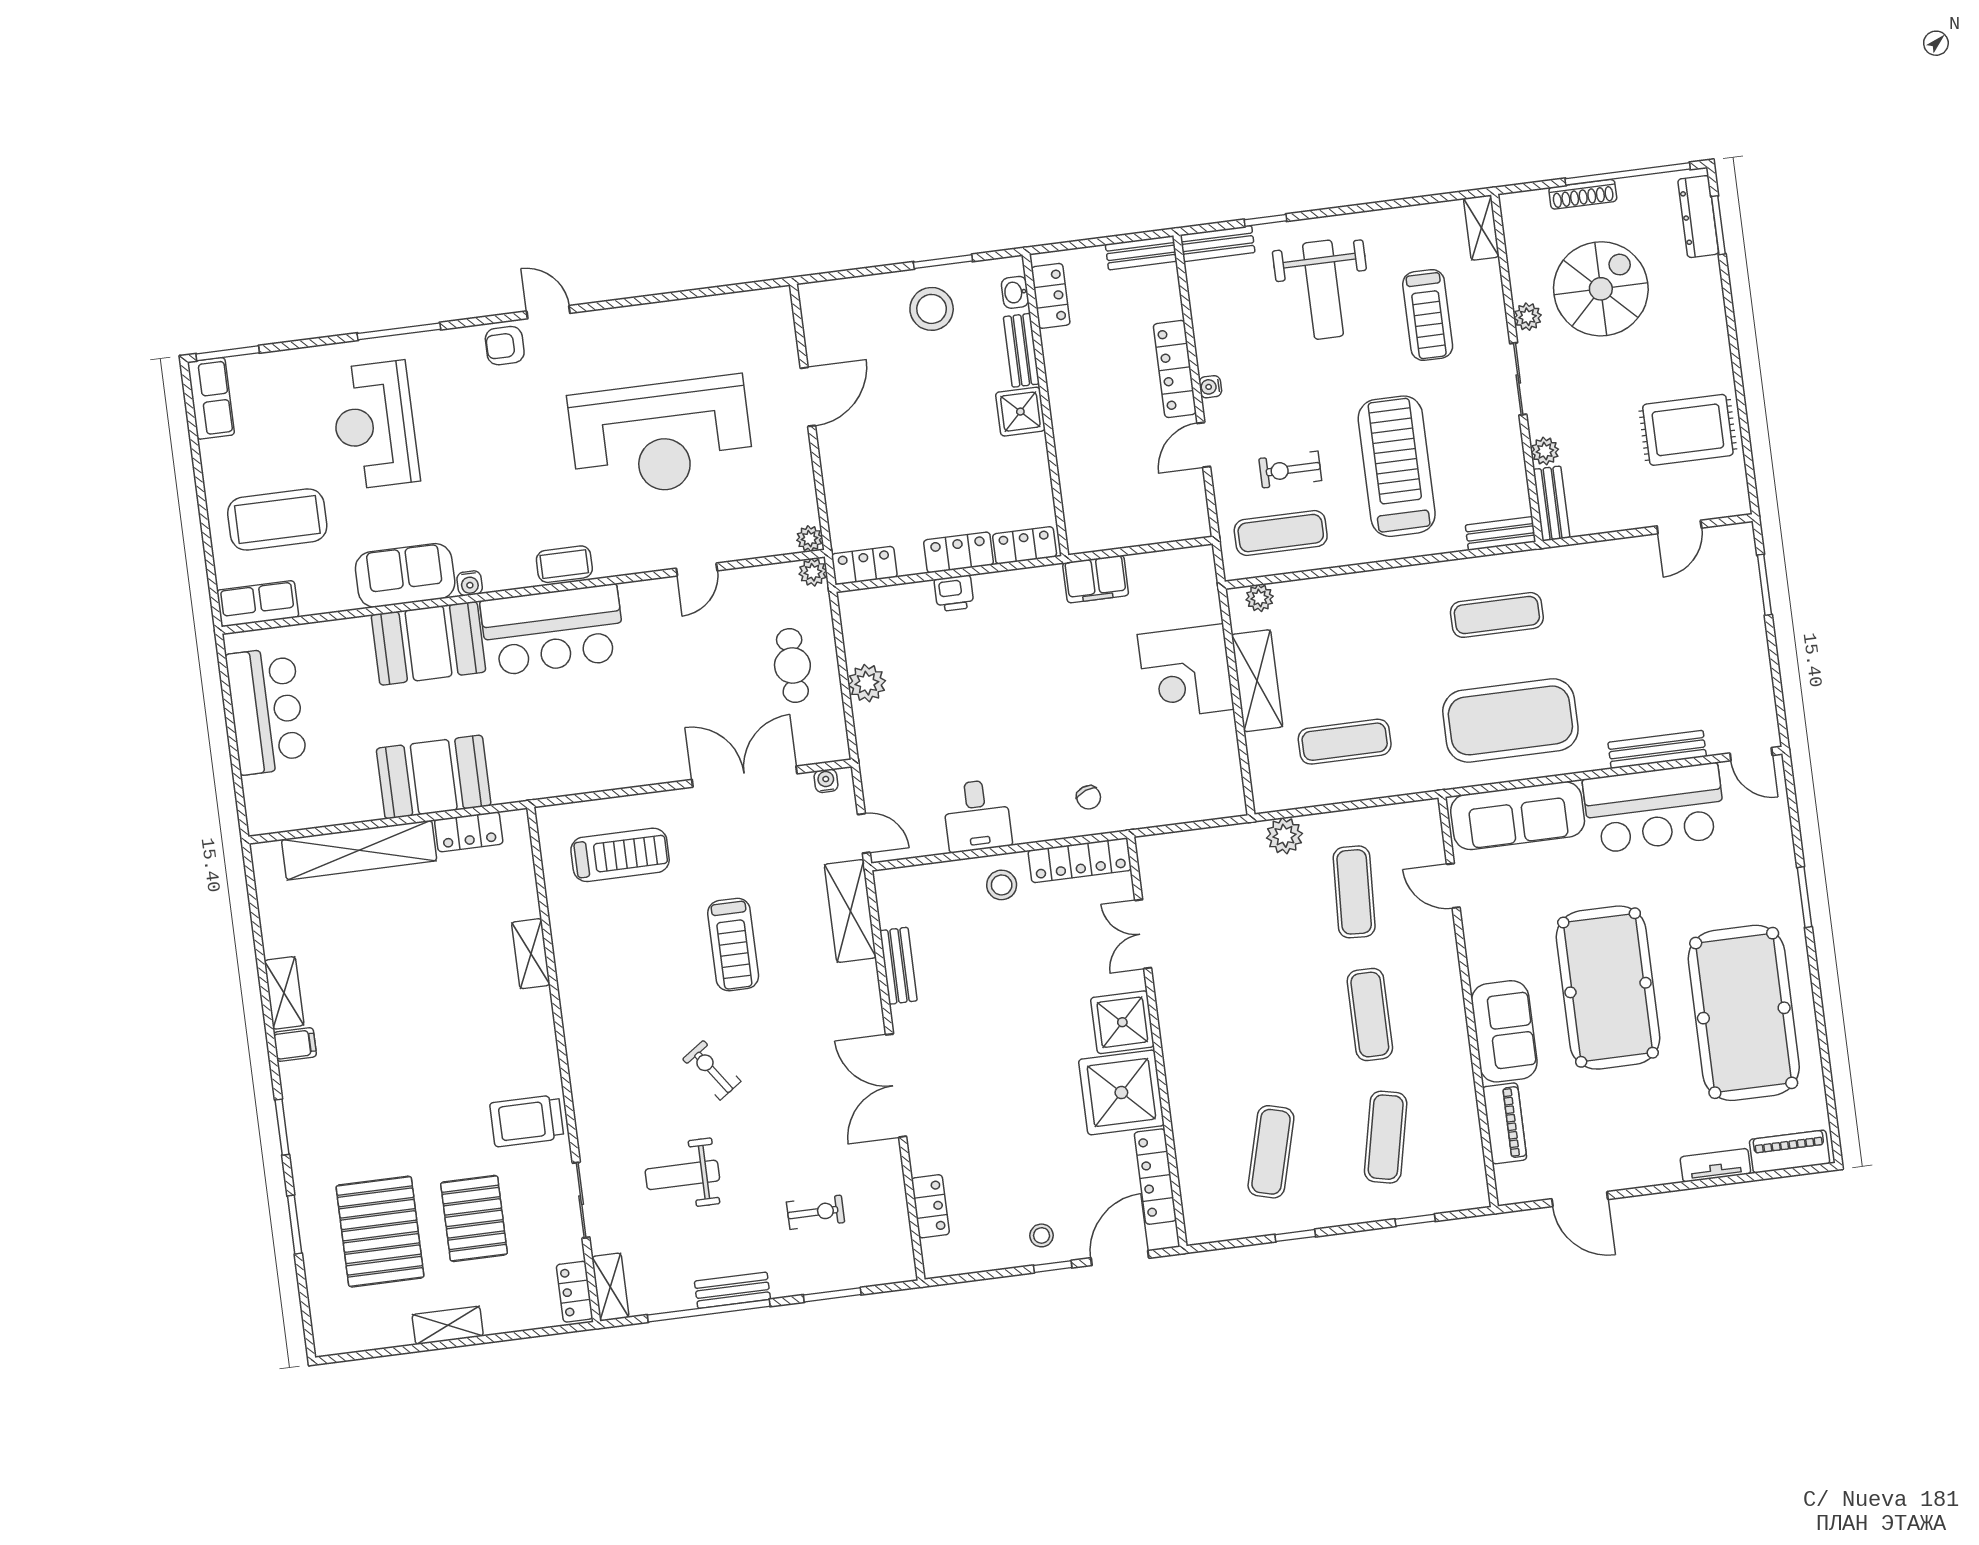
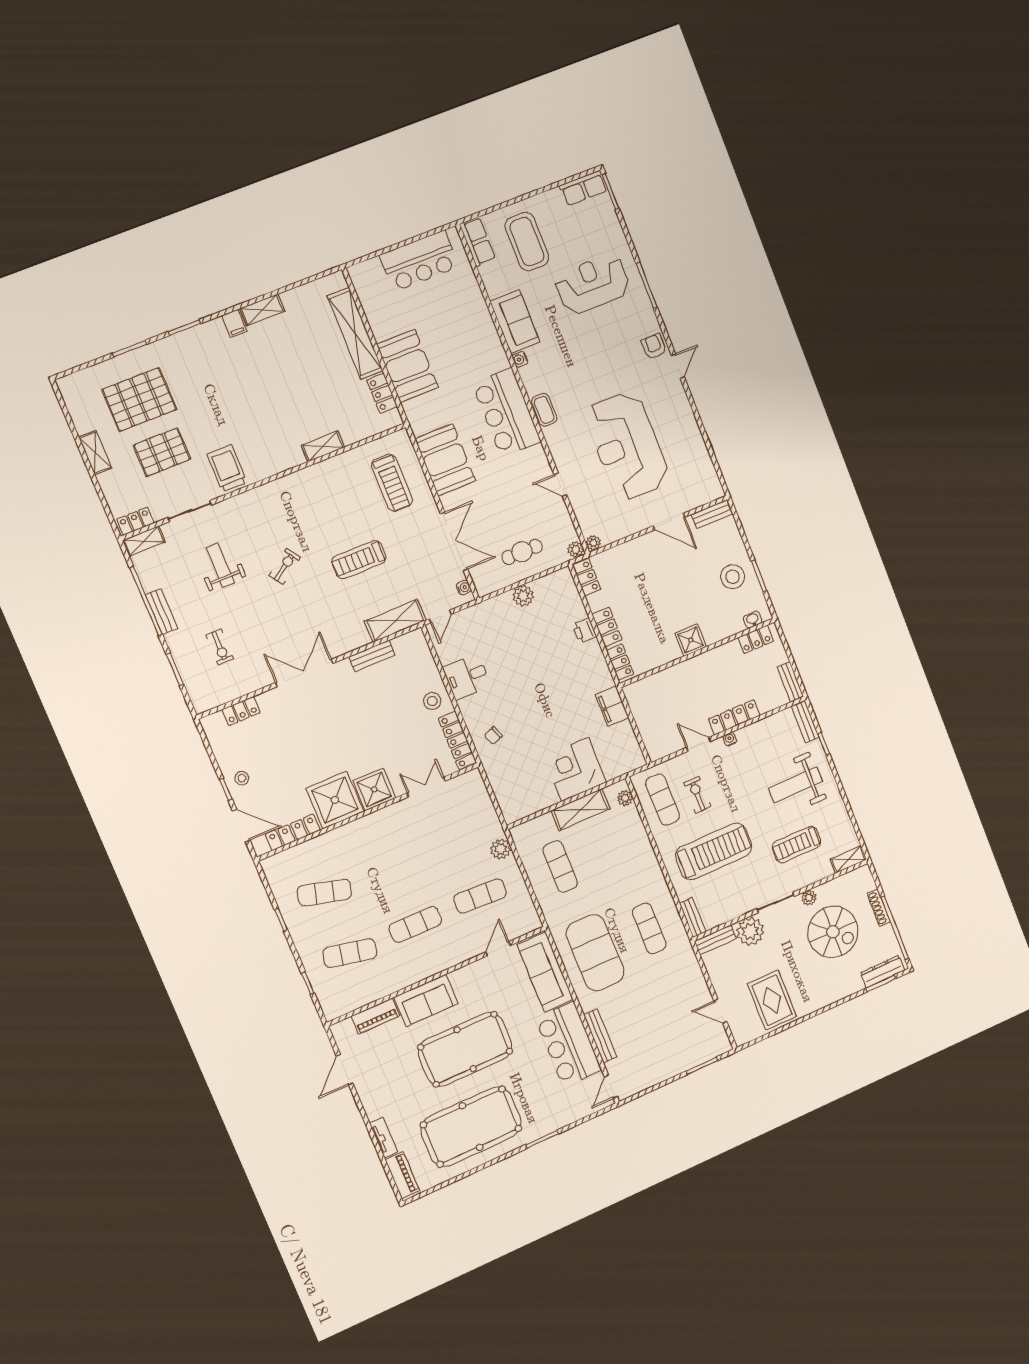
bench: (1021, 350) -> (712, 514), moved
plant: (1545, 451) -> (750, 931), width x1.88, depth x1.88
booth: (428, 643) -> (445, 460), moved

